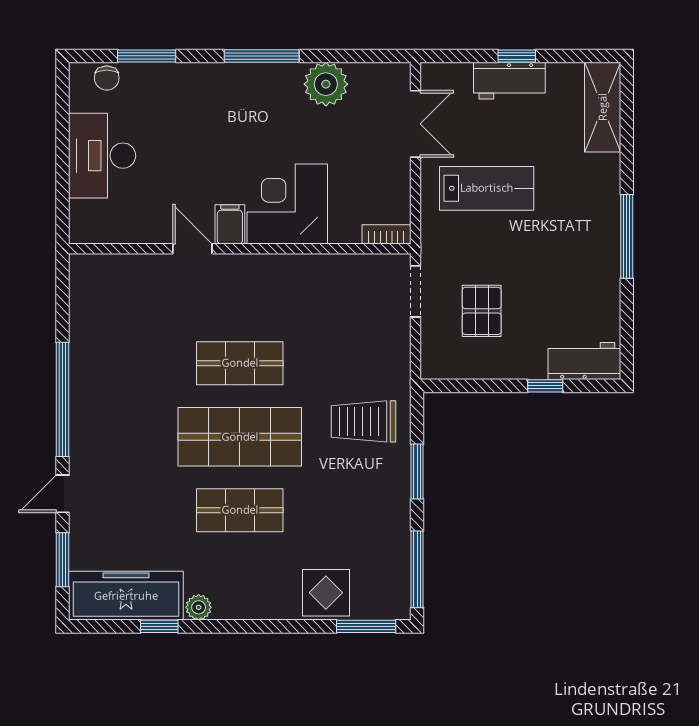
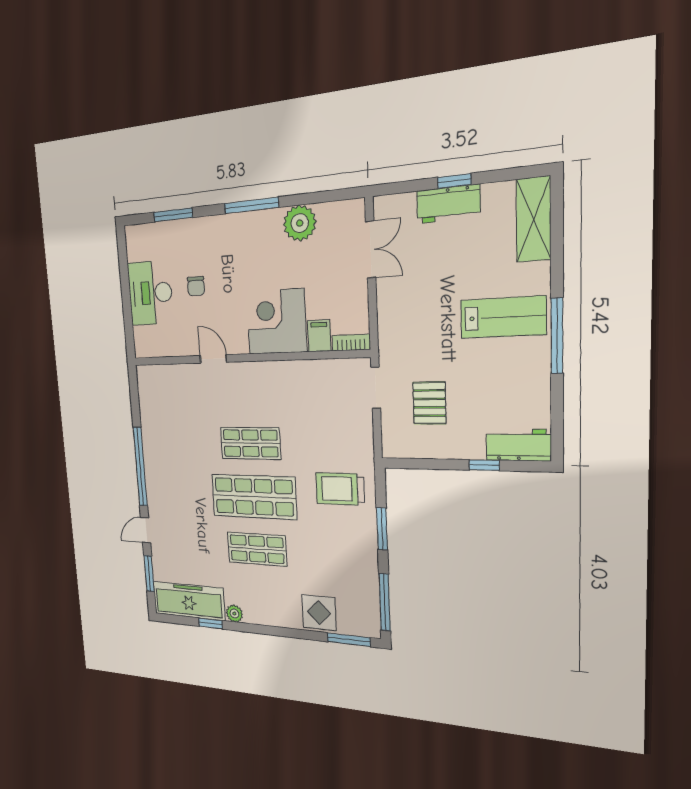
chair: (107, 78) -> (196, 286), moved
lab bench: (487, 188) -> (503, 317), moved
filing cabinet: (230, 224) -> (319, 336), moved

